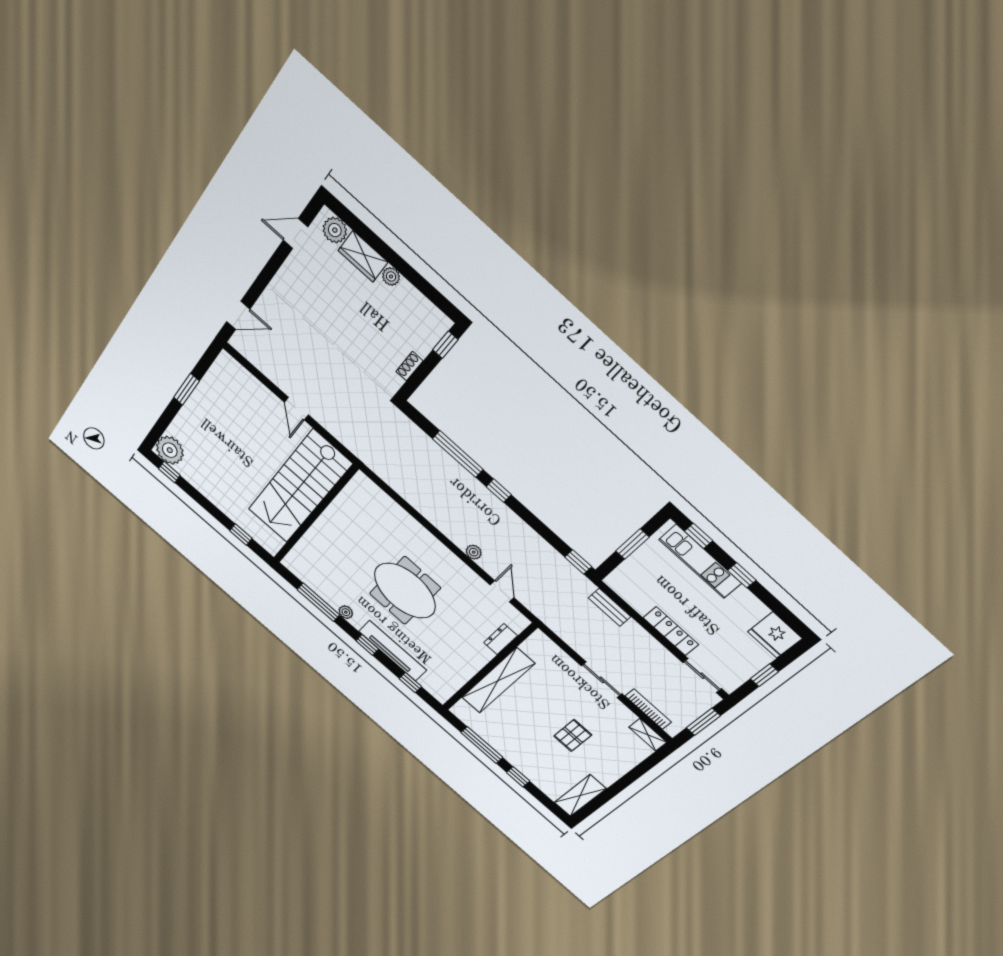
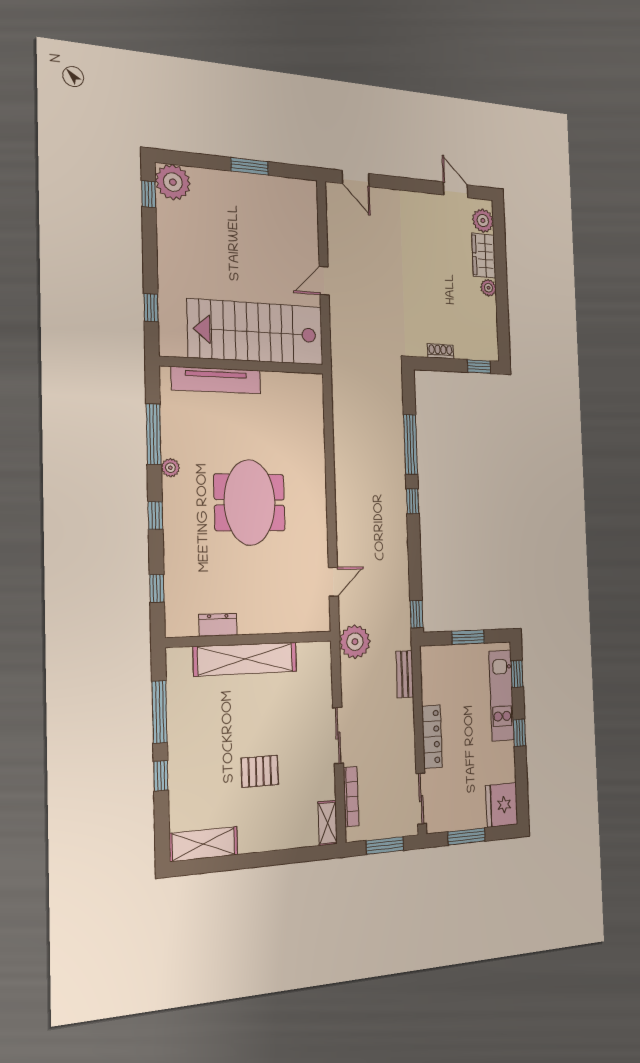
plant: (474, 552) -> (355, 642), moved, width x1.87, depth x1.87
dresser: (500, 639) -> (218, 625), moved
tv unit: (393, 651) -> (216, 380), moved, turned 90
window: (764, 675) -> (467, 836), width x1.50

